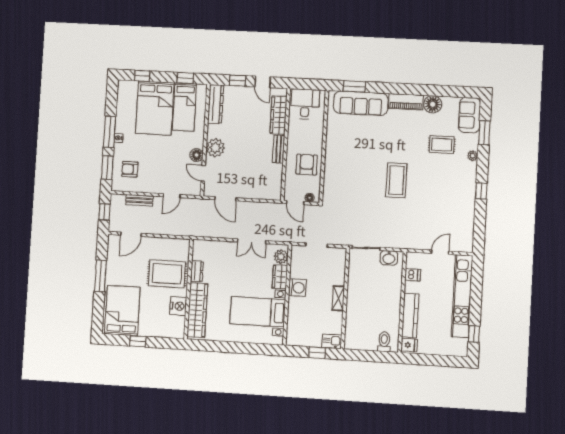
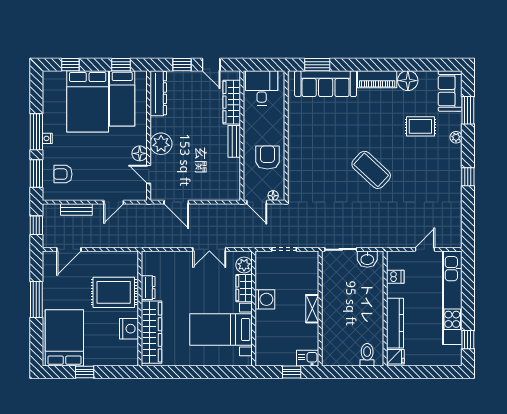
coffee table: (396, 180) -> (371, 170), turned -47

